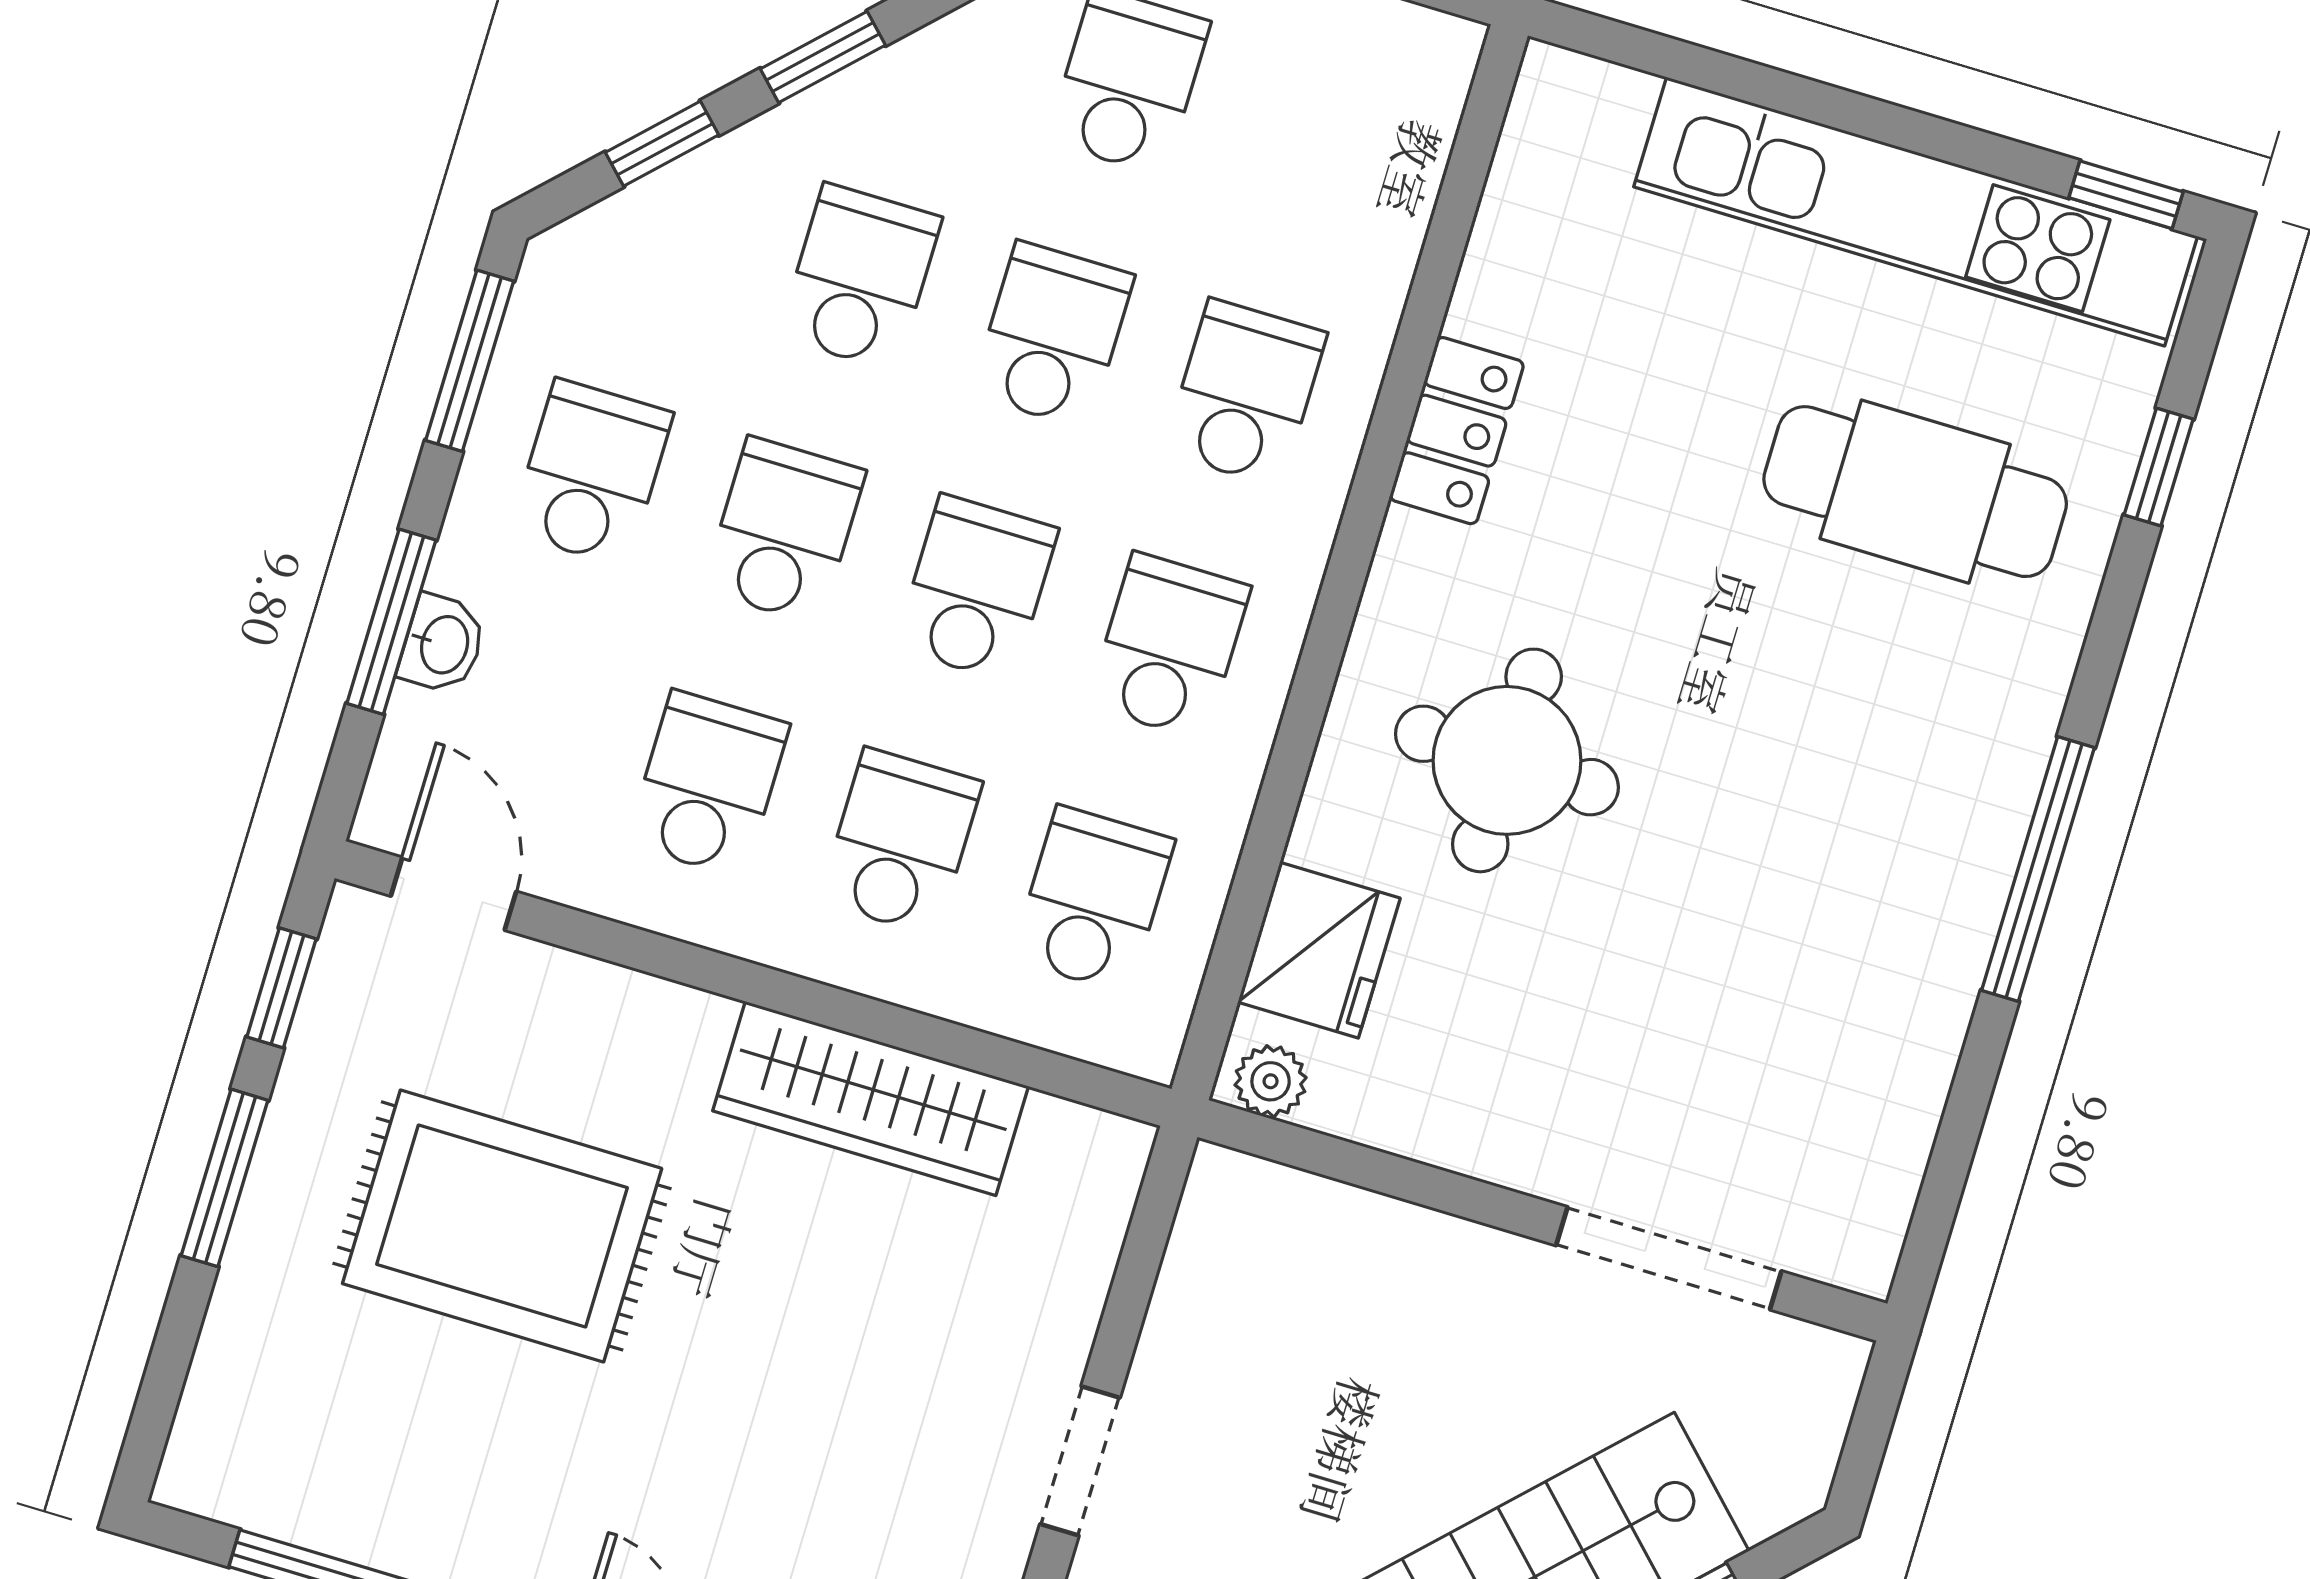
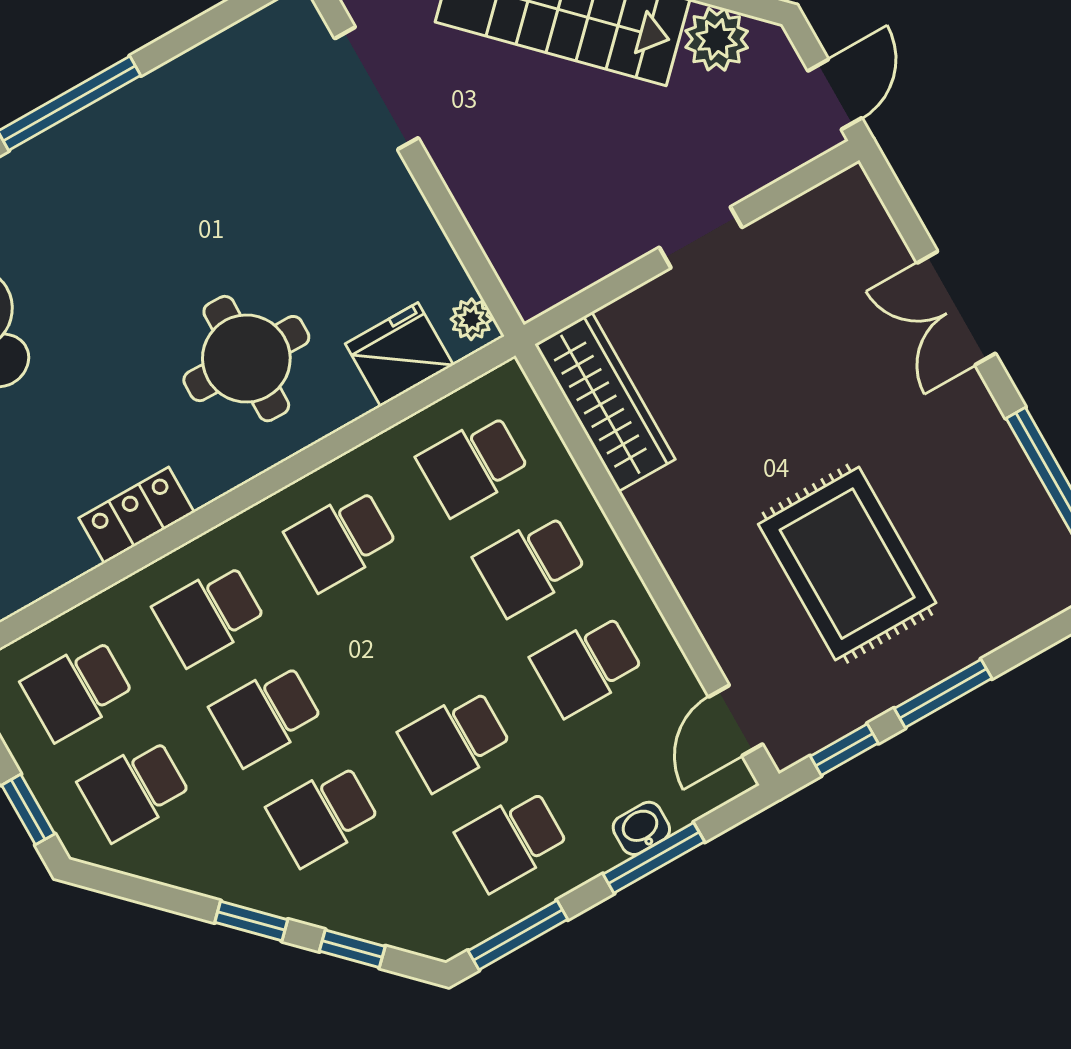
school desk: (977, 588) -> (77, 690), moved
wardrobe: (871, 1098) -> (605, 402), moved

